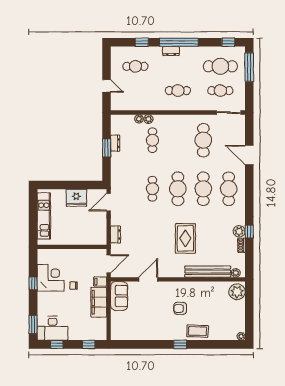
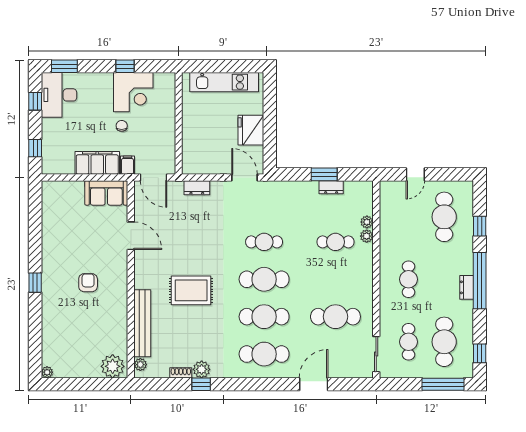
dresser: (171, 51) -> (467, 287), moved
cafe table: (135, 66) -> (444, 217), width x1.37, depth x1.35
coffee table: (197, 331) -> (55, 308), removed

